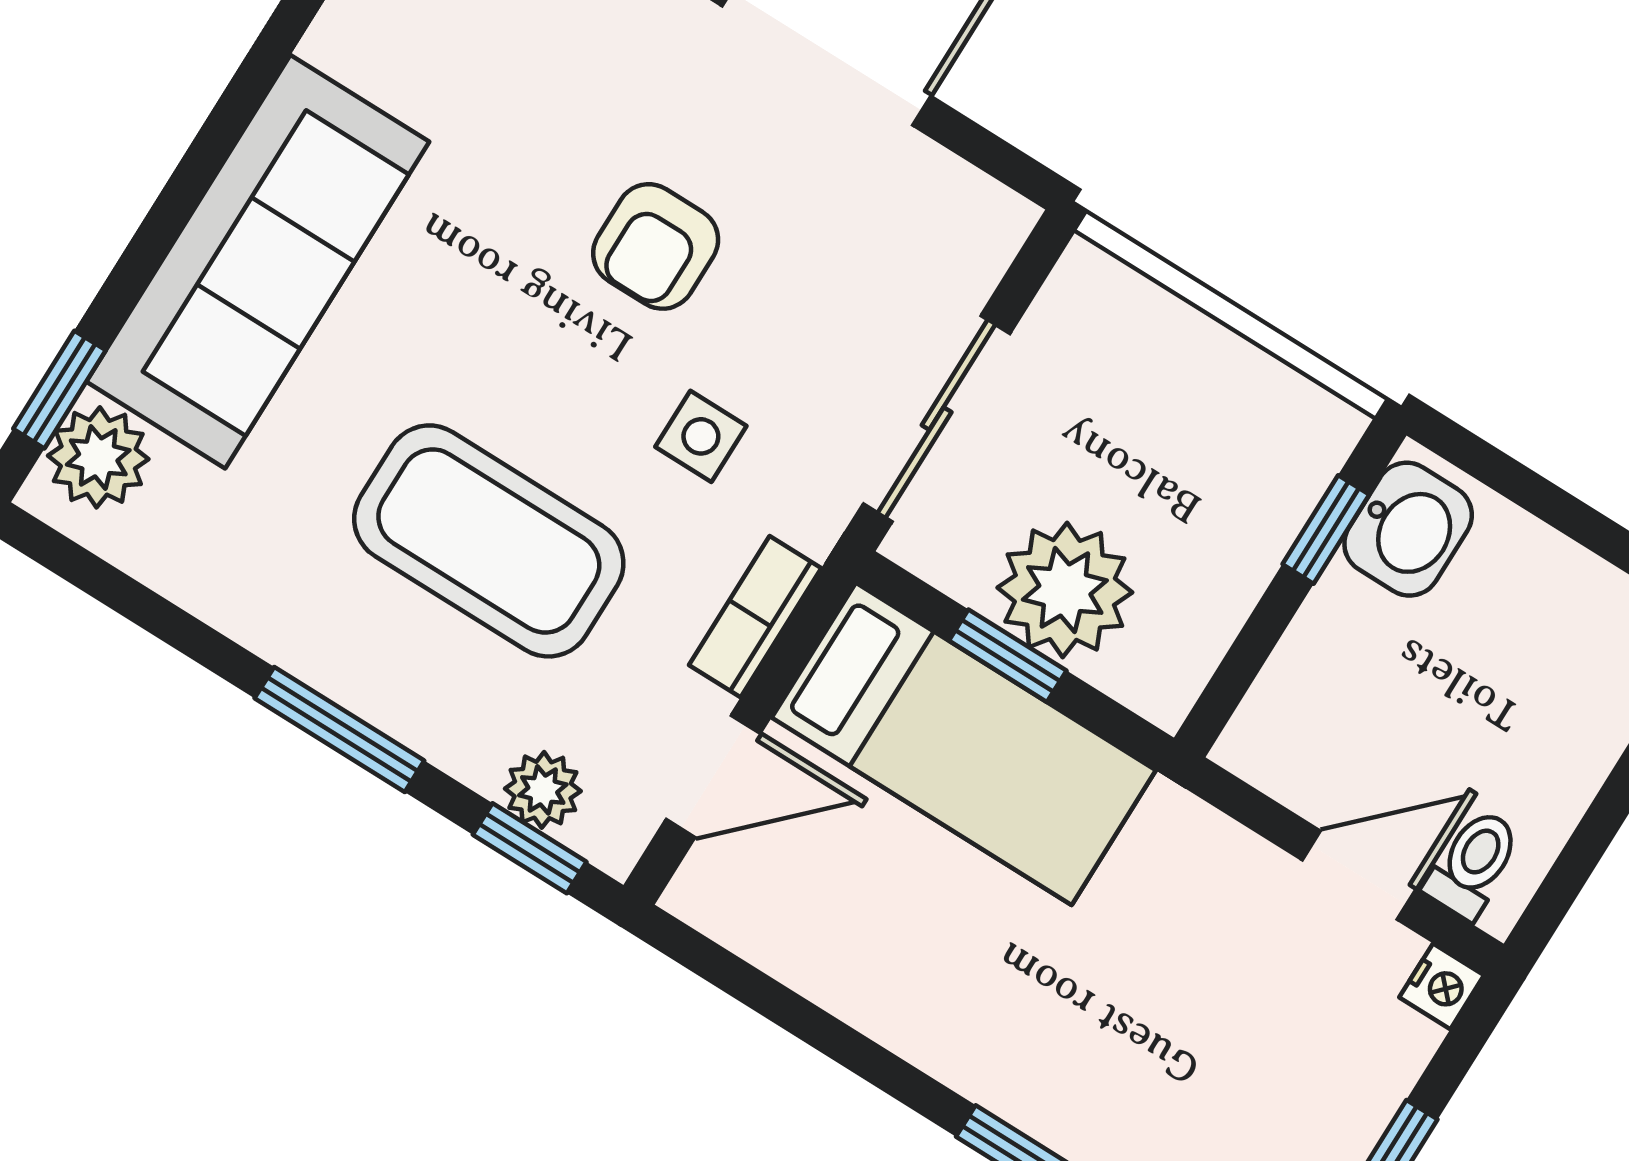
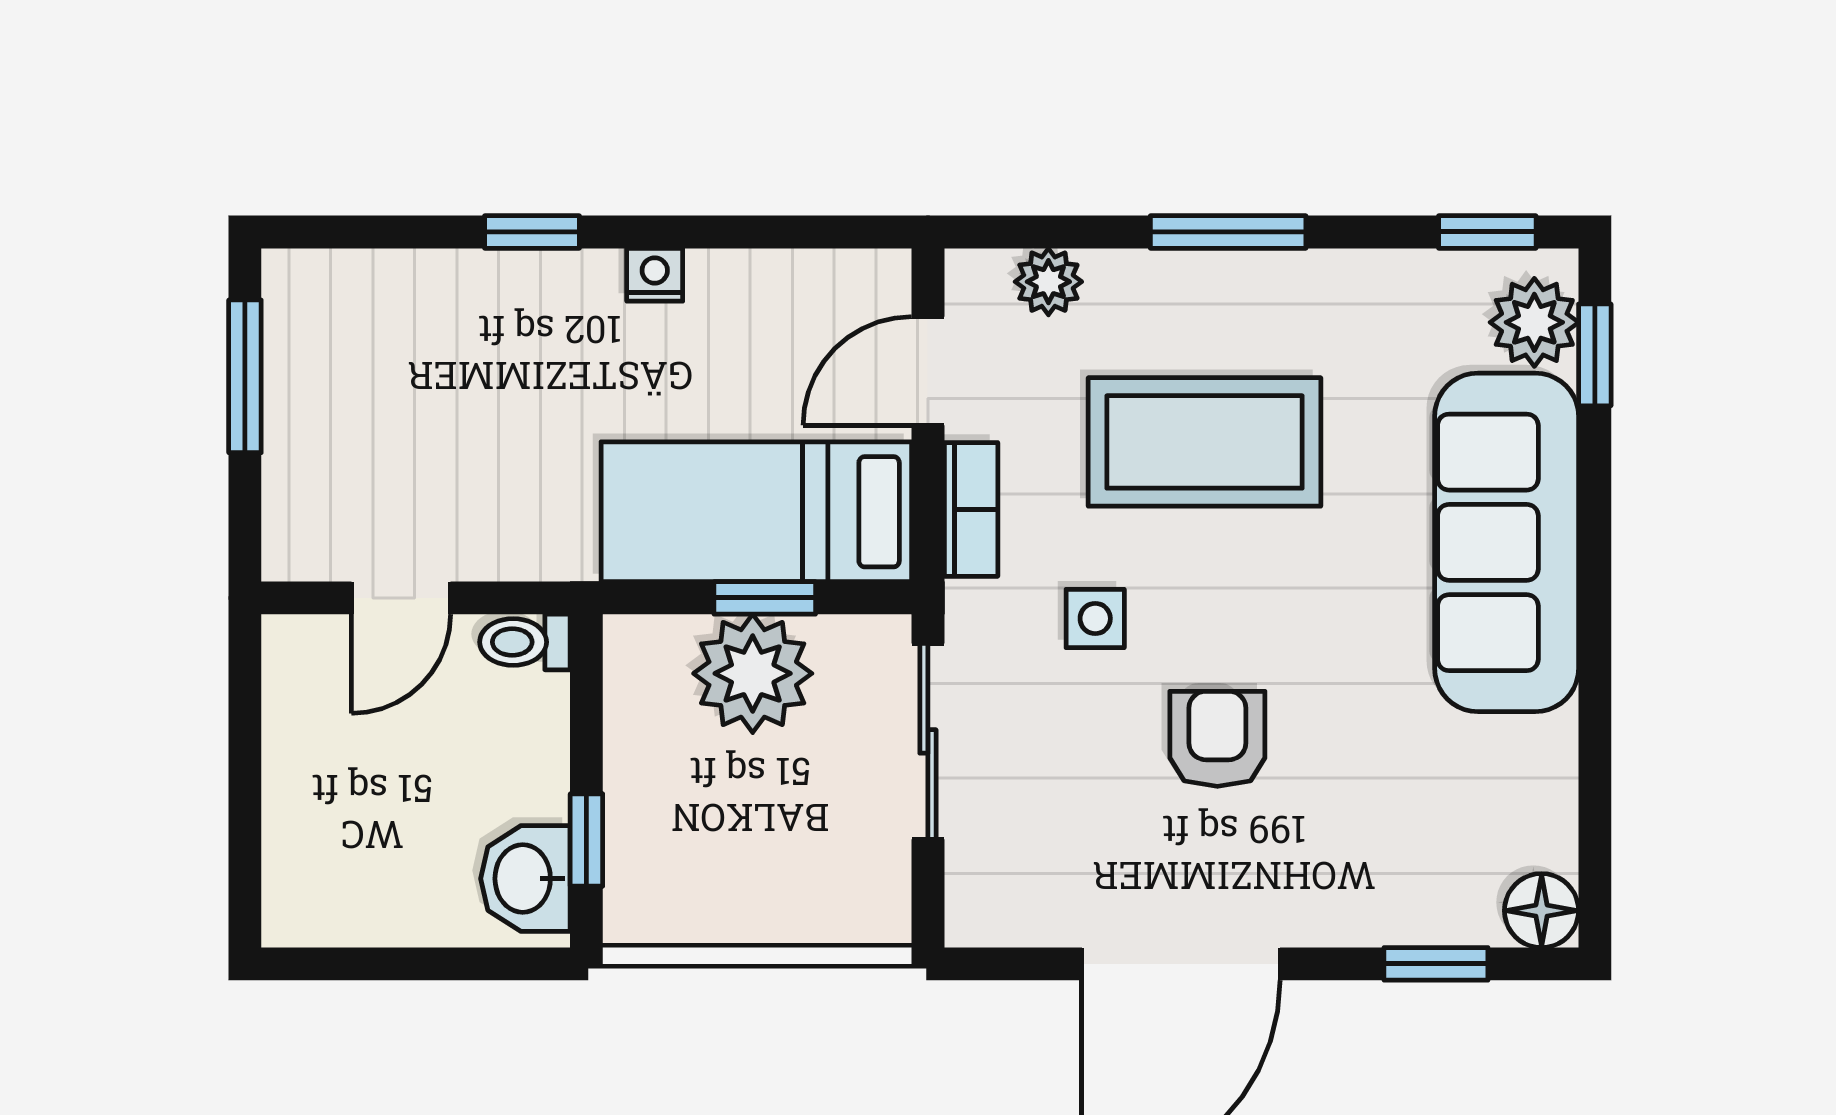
window: (530, 848) -> (1487, 232), moved
toilet: (1473, 864) -> (525, 642), moved, turned 90
nightstand: (1442, 986) -> (655, 275), moved, turned 90

